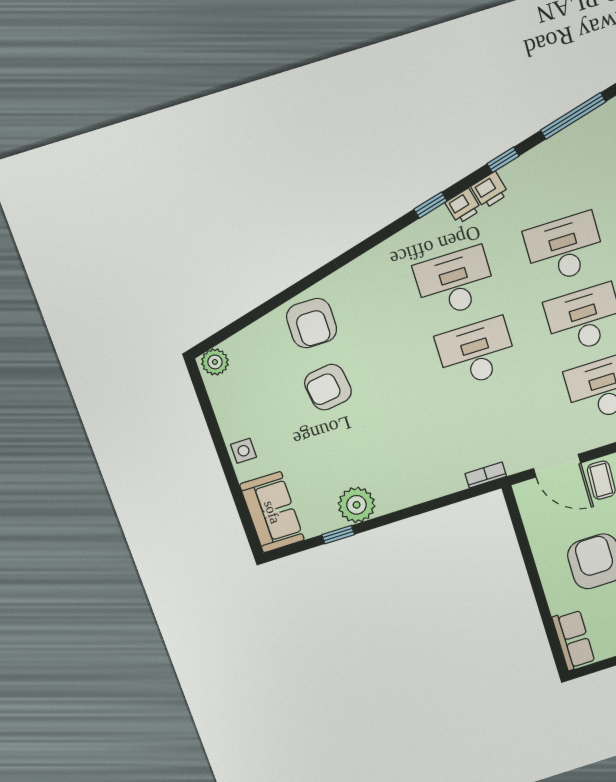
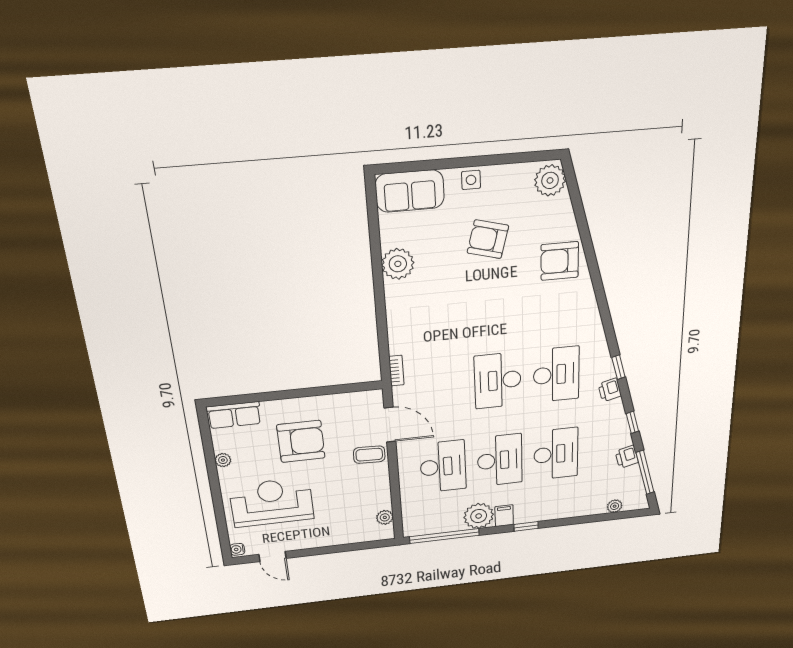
printer: (490, 190) -> (627, 457), moved
desk: (476, 353) -> (498, 381), turned 180
plant: (215, 362) -> (550, 180), width x1.36, depth x1.36
armchair: (328, 387) -> (488, 239), moved, turned -67
door: (557, 466) -> (390, 425), swing flipped
window: (338, 535) -> (375, 243), removed

